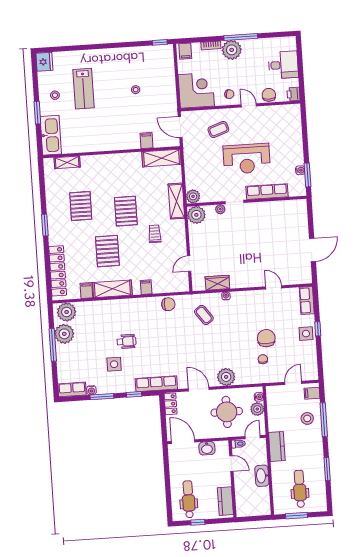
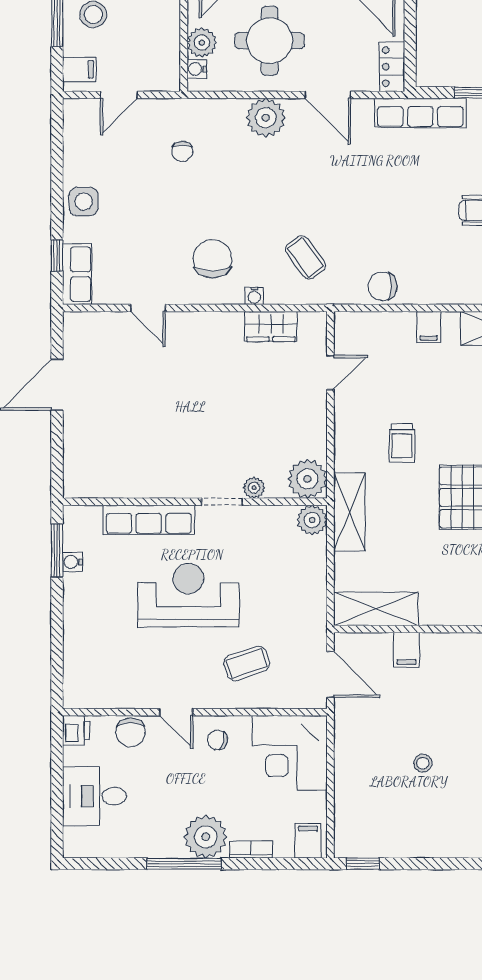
window: (318, 329) -> (57, 256), moved
chair: (266, 338) -> (212, 259), moved, turned 180

